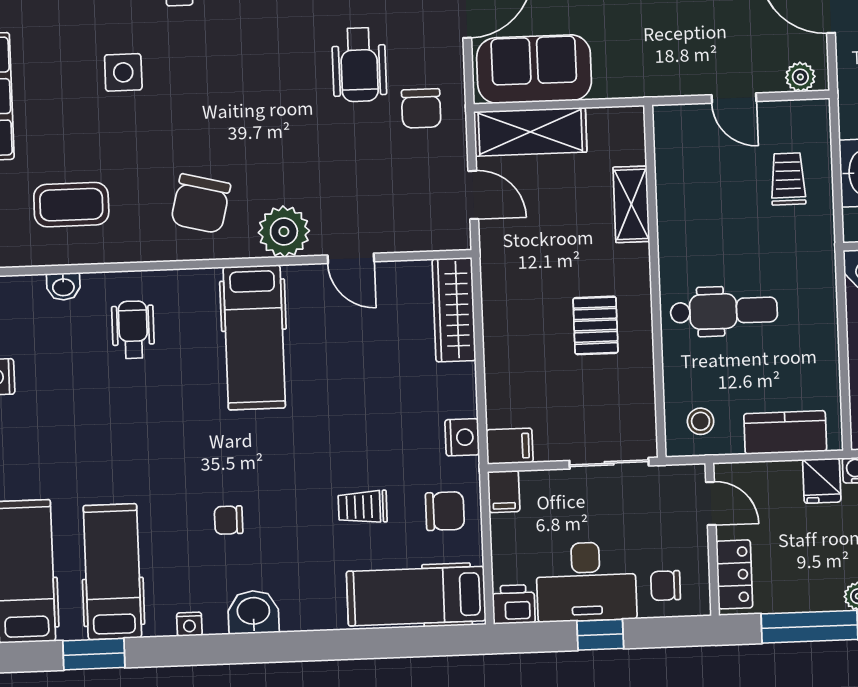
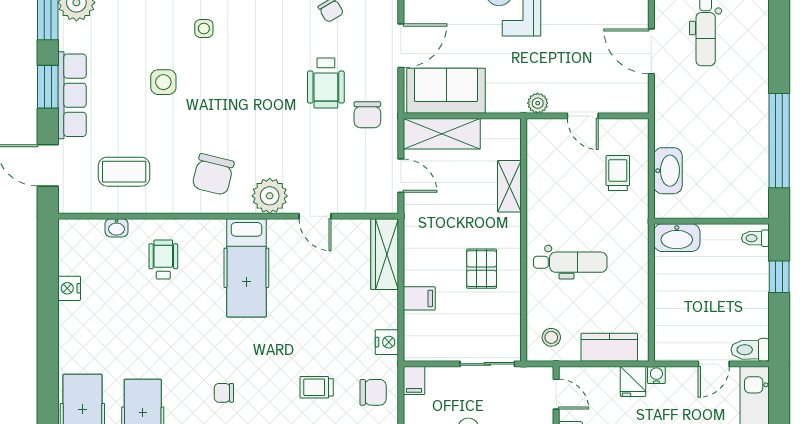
plant: (800, 77) -> (538, 103), moved
filing cabinet: (510, 446) -> (419, 298), moved

